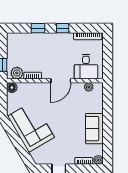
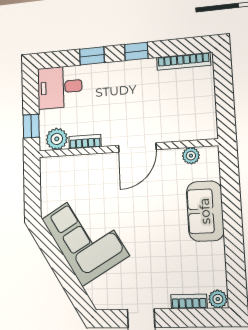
desk: (86, 67) -> (60, 87), moved, turned 90
floor lamp: (12, 88) -> (49, 166), removed
sofa: (94, 129) -> (205, 211), moved

